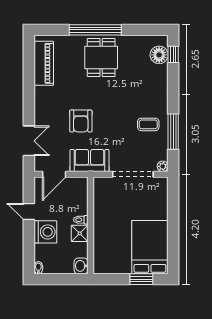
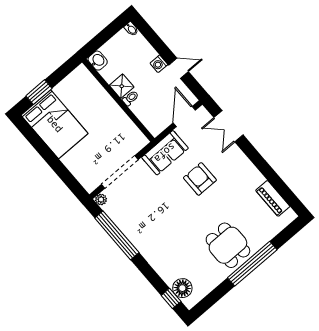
piano: (44, 63) -> (273, 198), width x0.73, depth x0.75
coffee table: (148, 124) -> (142, 224), removed
window: (173, 132) -> (117, 235), width x1.46
washing machine: (45, 232) -> (159, 64), width x0.53, depth x0.53

